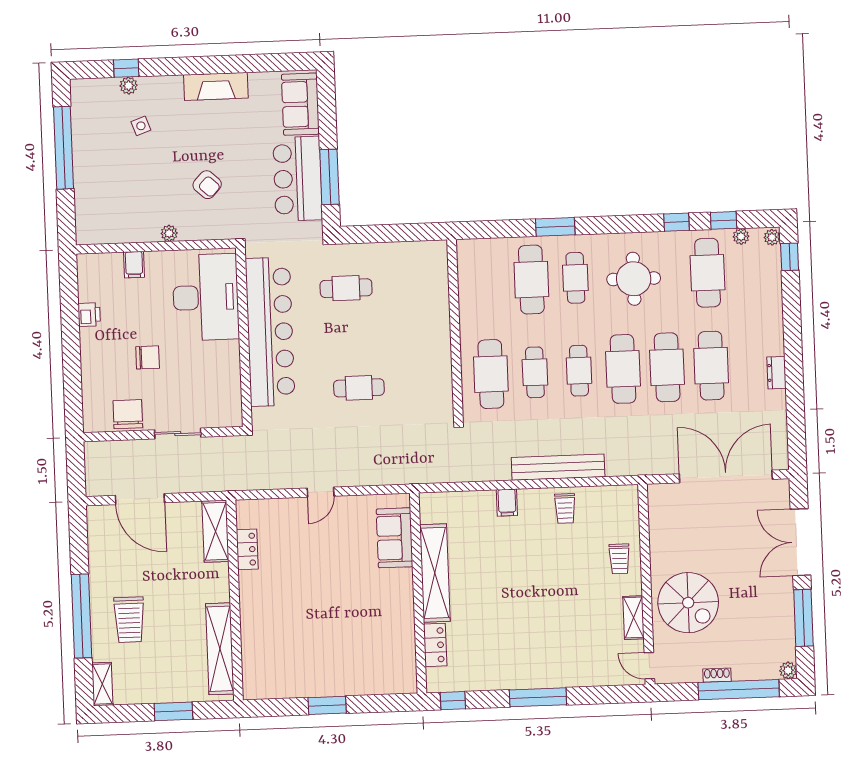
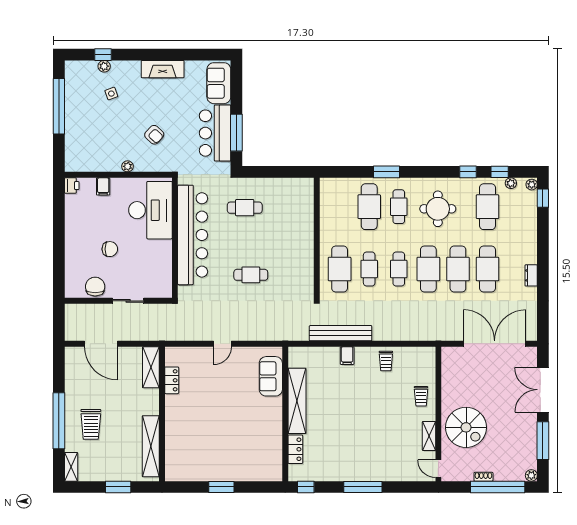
printer: (89, 315) -> (72, 186), moved
bench: (558, 467) -> (341, 333), moved

